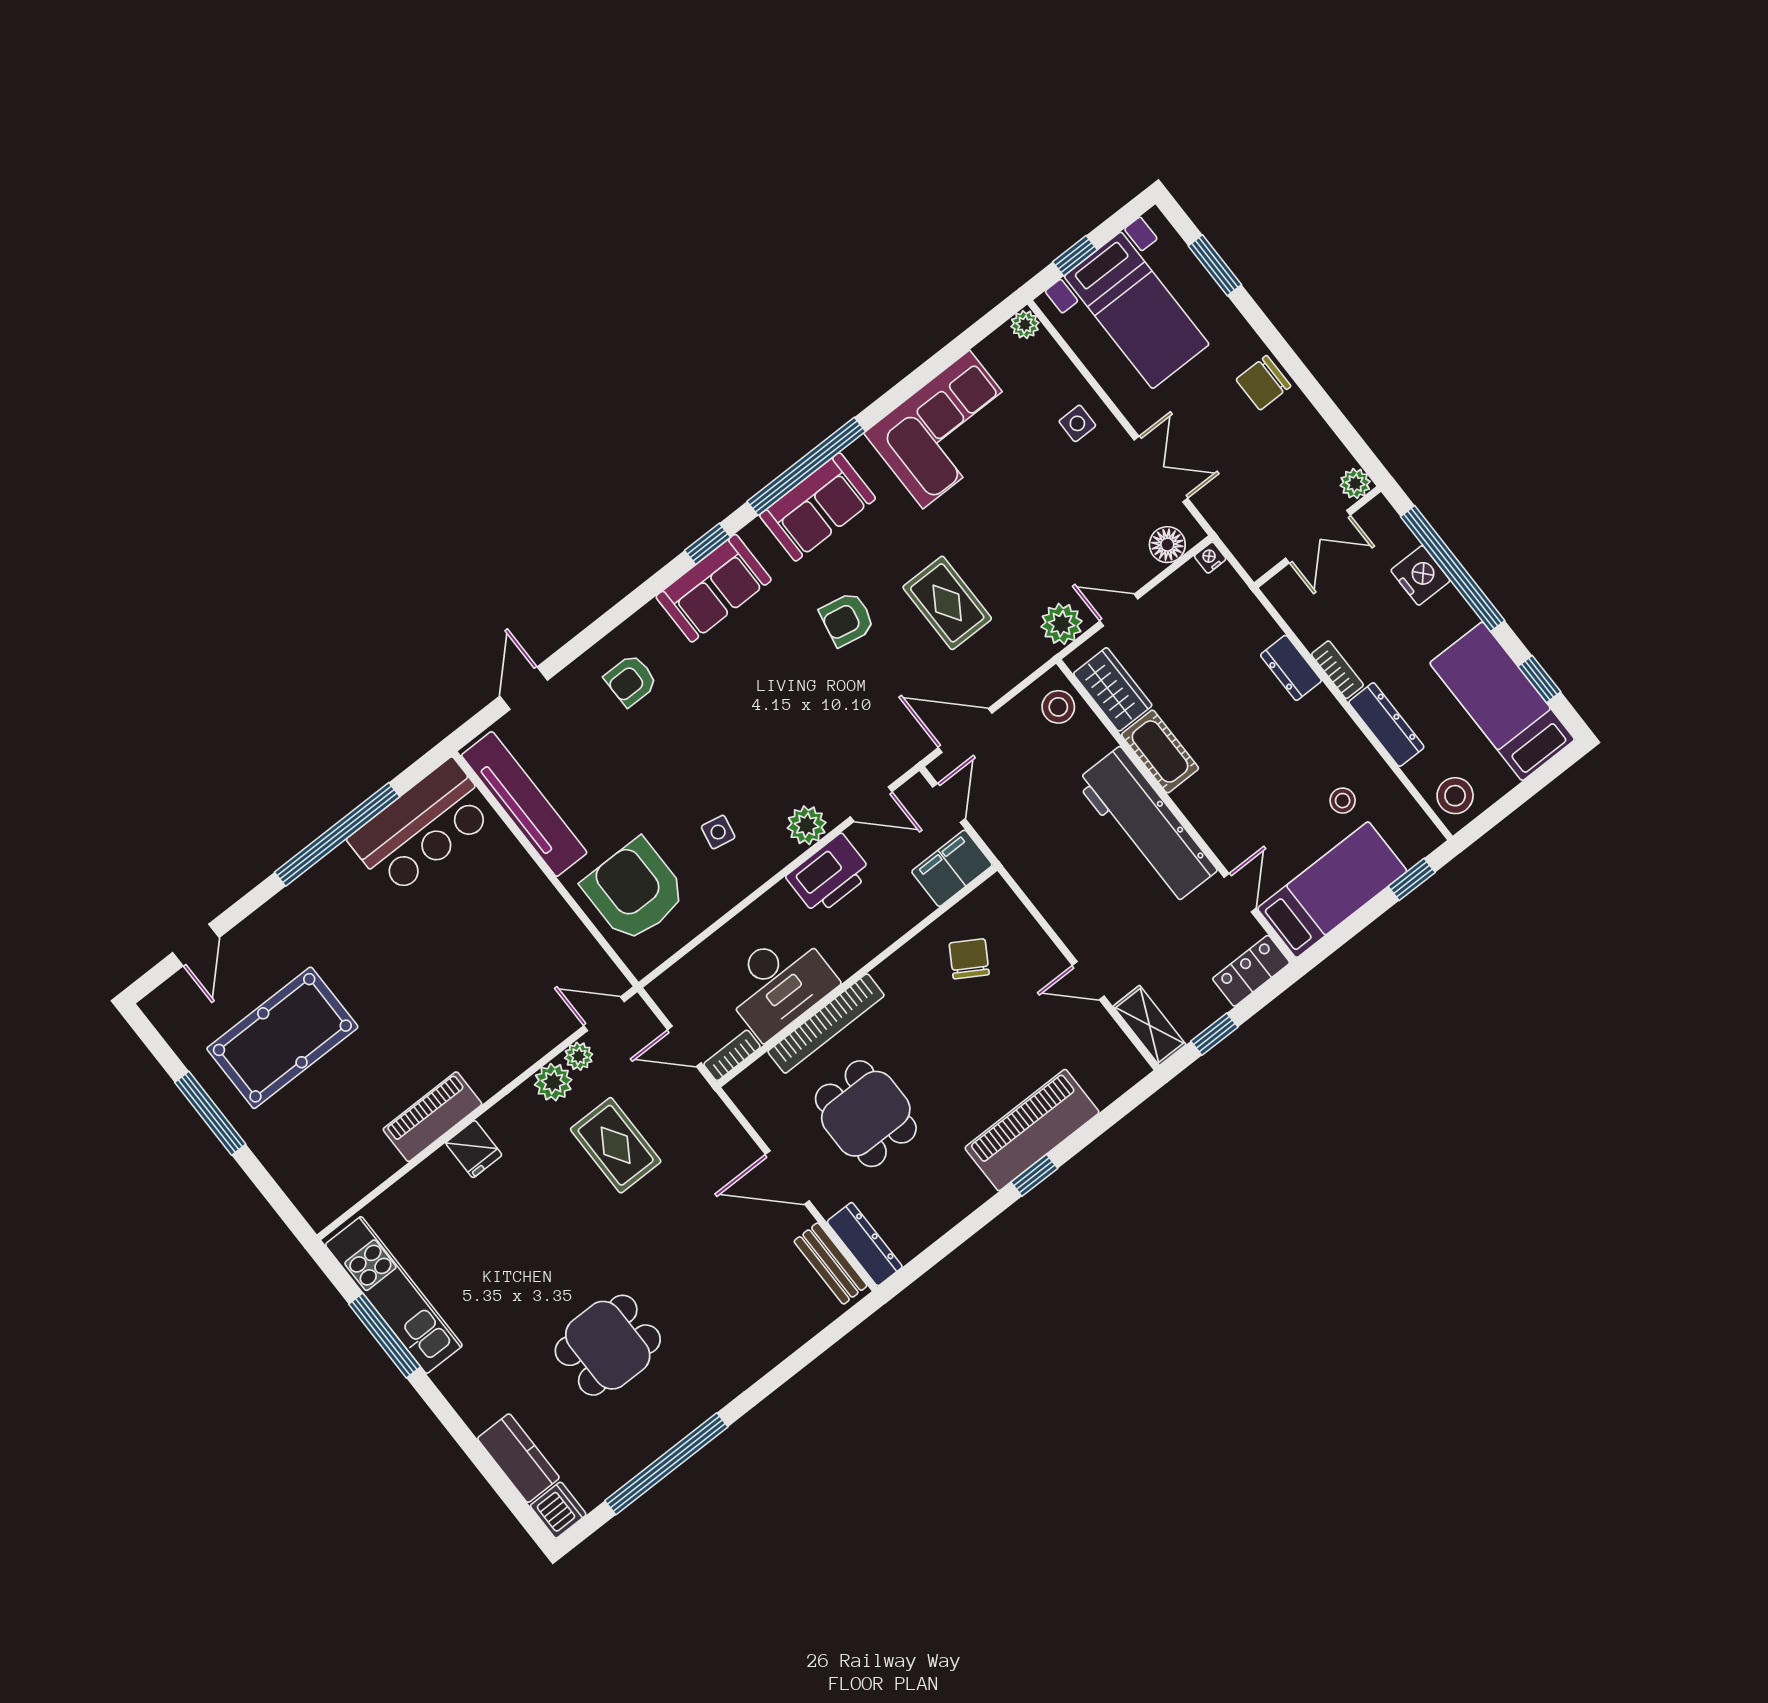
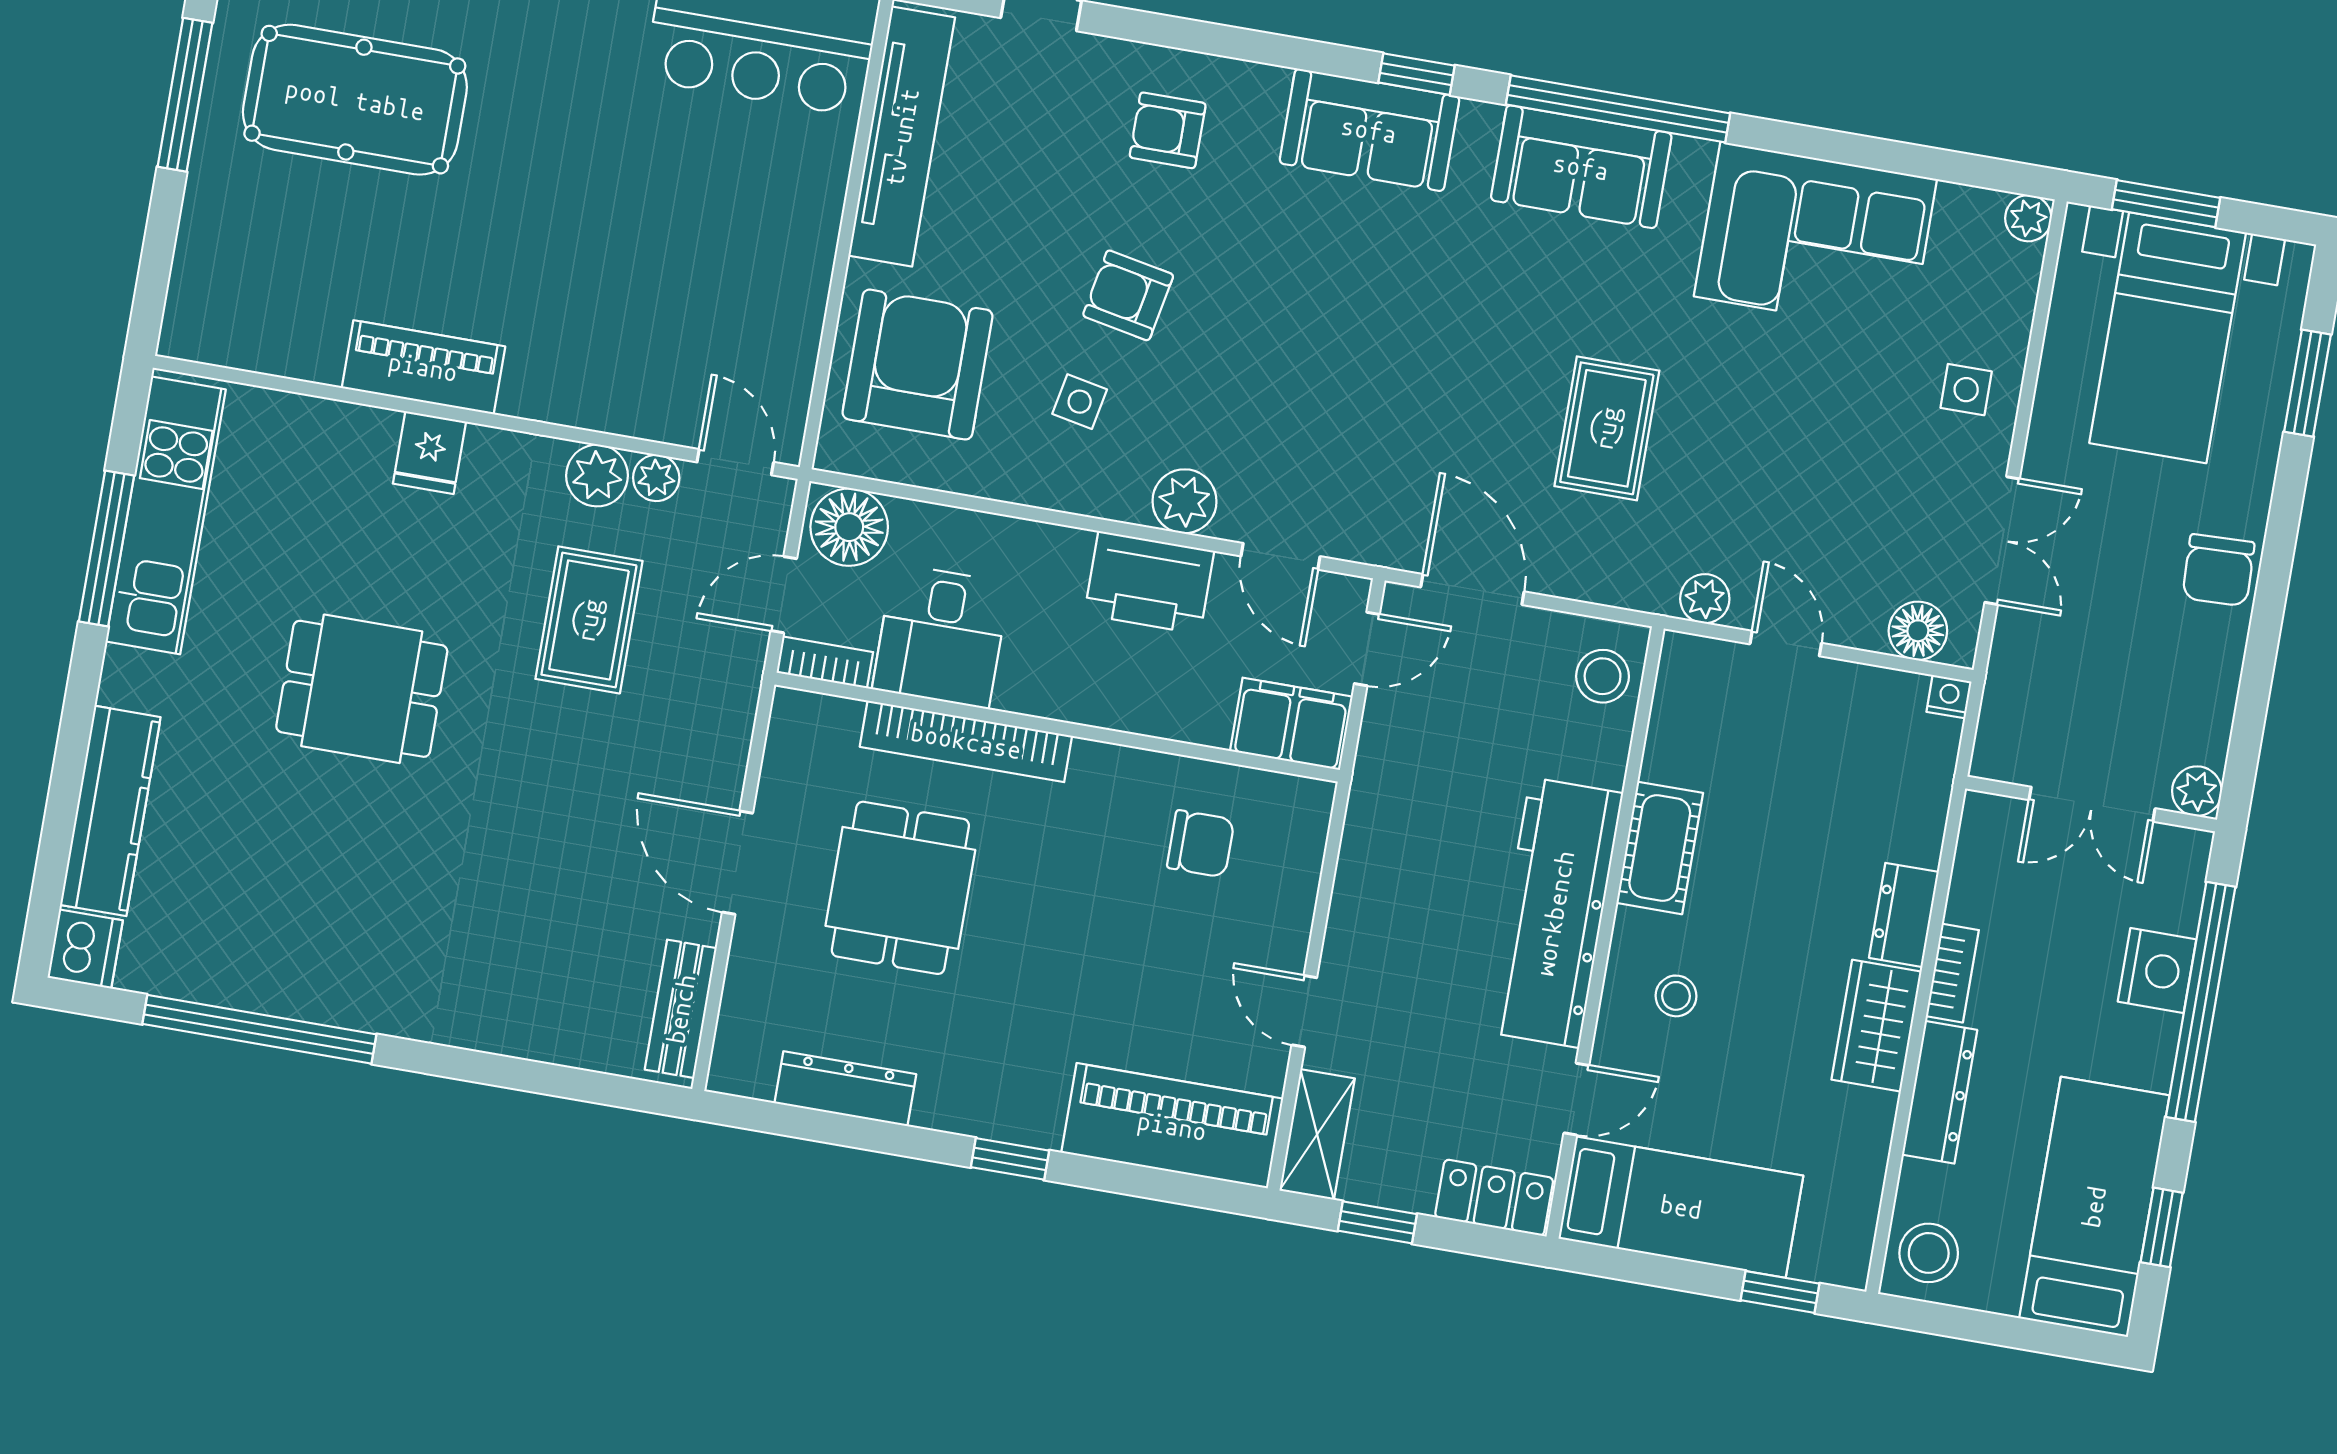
window: (1075, 256) -> (2166, 204), width x1.50
chair: (1263, 383) -> (2218, 570), turned -92
armchair: (847, 619) -> (1128, 295), moved
plant: (1062, 624) -> (1705, 599), width x0.73, depth x0.73
wardrobe: (1113, 689) -> (1876, 1026), moved, turned 180
stool: (1343, 801) -> (1676, 996), moved
chair: (969, 959) -> (1201, 844), turned 59
desk: (779, 983) -> (941, 636), width x0.73
floor lamp: (680, 989) -> (849, 527), added
door: (684, 1046) -> (784, 595), hinge flipped
piano: (1032, 1130) -> (1172, 1126), moved
dresser: (865, 1244) -> (845, 1089), moved, turned -90
dining table: (608, 1345) -> (362, 689), moved
kitchen counter: (518, 1458) -> (110, 811), width x1.50

